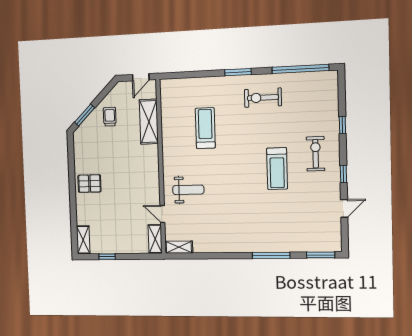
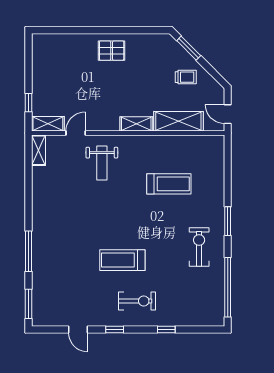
pallet: (89, 184) -> (112, 51), turned 90
shelving: (83, 240) -> (136, 124), moved
window: (107, 257) -> (28, 103), moved

